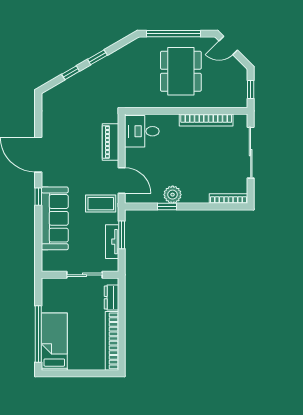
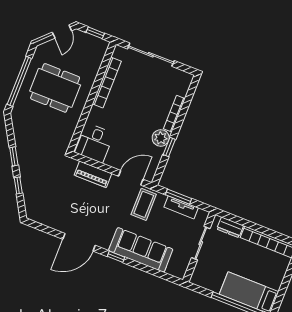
door: (228, 45) -> (62, 32), moved
bookcase: (228, 199) -> (174, 114), moved

